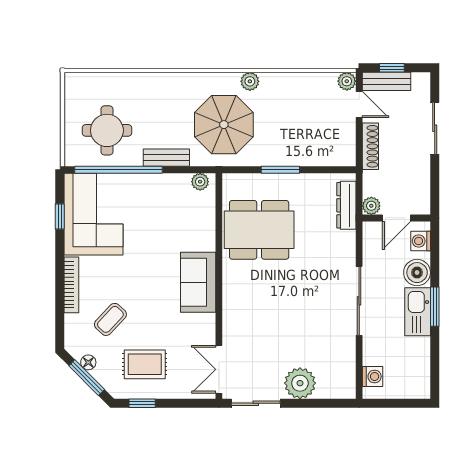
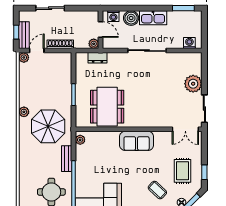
dresser: (346, 205) -> (97, 58), width x0.70
window: (435, 307) -> (183, 8), moved

